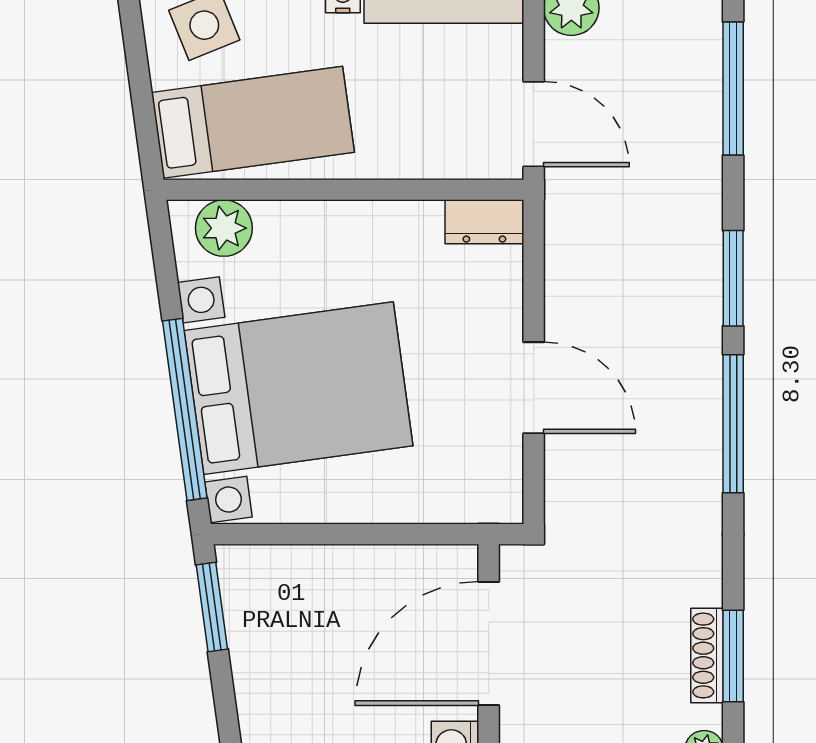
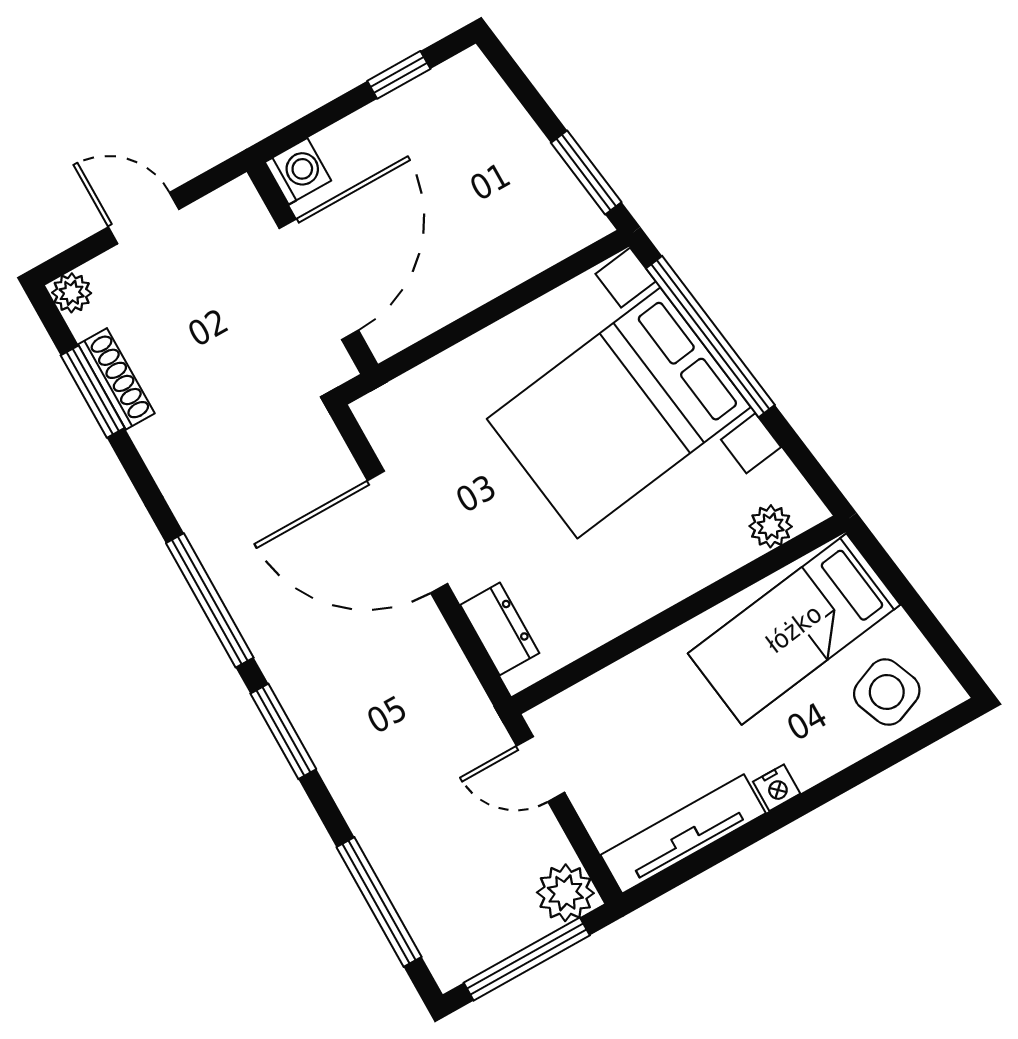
door: (534, 124) -> (541, 769), width x0.73
dresser: (484, 222) -> (500, 629), moved, turned 90
plant: (224, 228) -> (771, 526), width x0.73, depth x0.73
door: (534, 388) -> (408, 532), width x1.36

